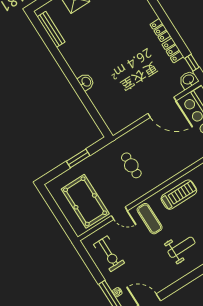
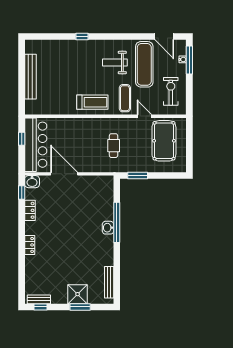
locker: (160, 30) -> (30, 245), moved
window: (81, 92) -> (117, 222), added
window: (78, 158) -> (138, 175), moved
treadmill: (179, 195) -> (92, 102), turned 180
exercise mat: (152, 264) -> (144, 64), added

